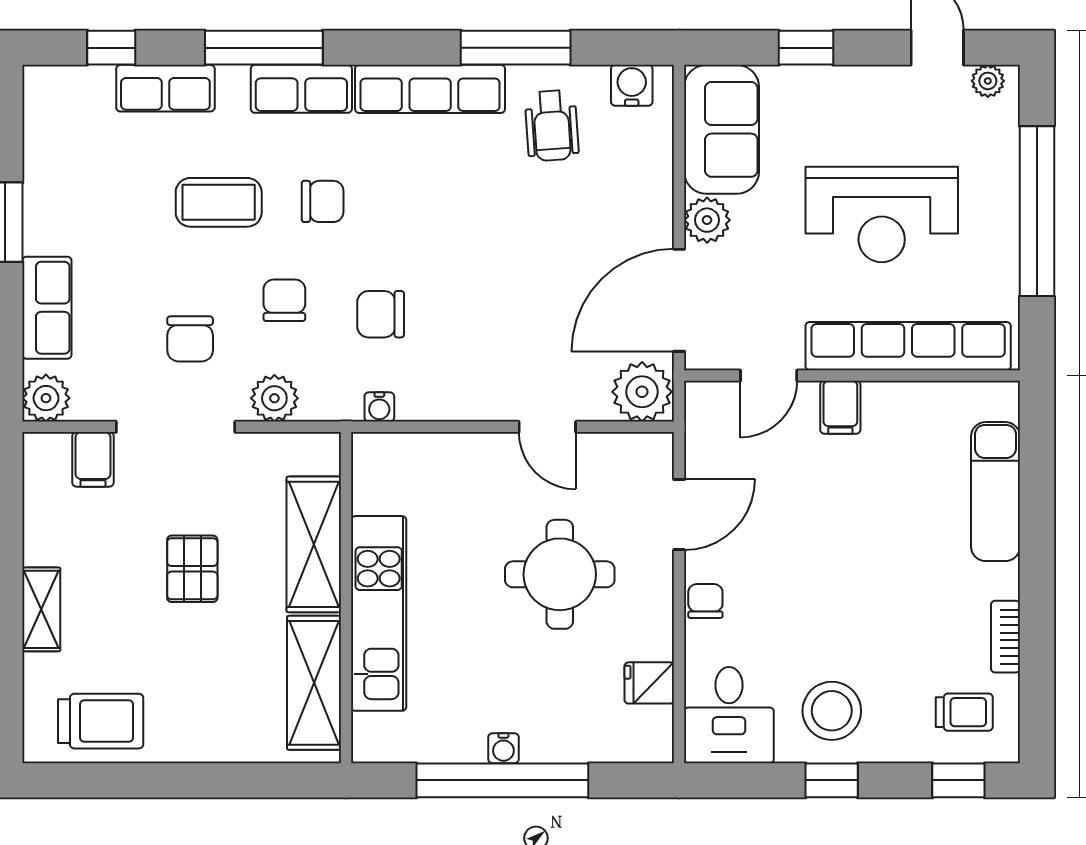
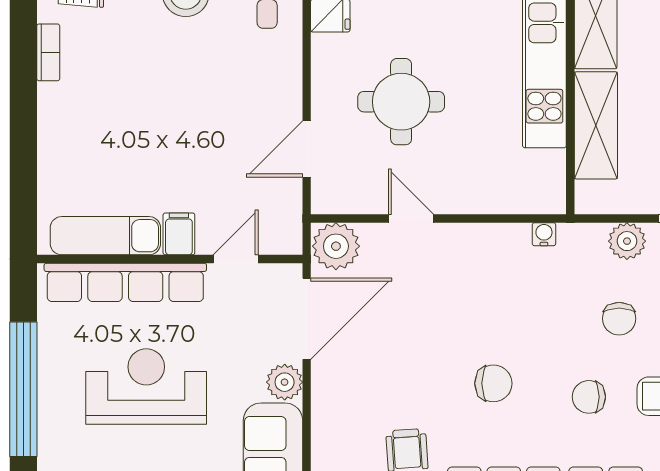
chair: (381, 314) -> (493, 383), moved
exam couch: (995, 492) -> (105, 236), moved, turned -90
chair: (705, 601) -> (286, 81), removed

